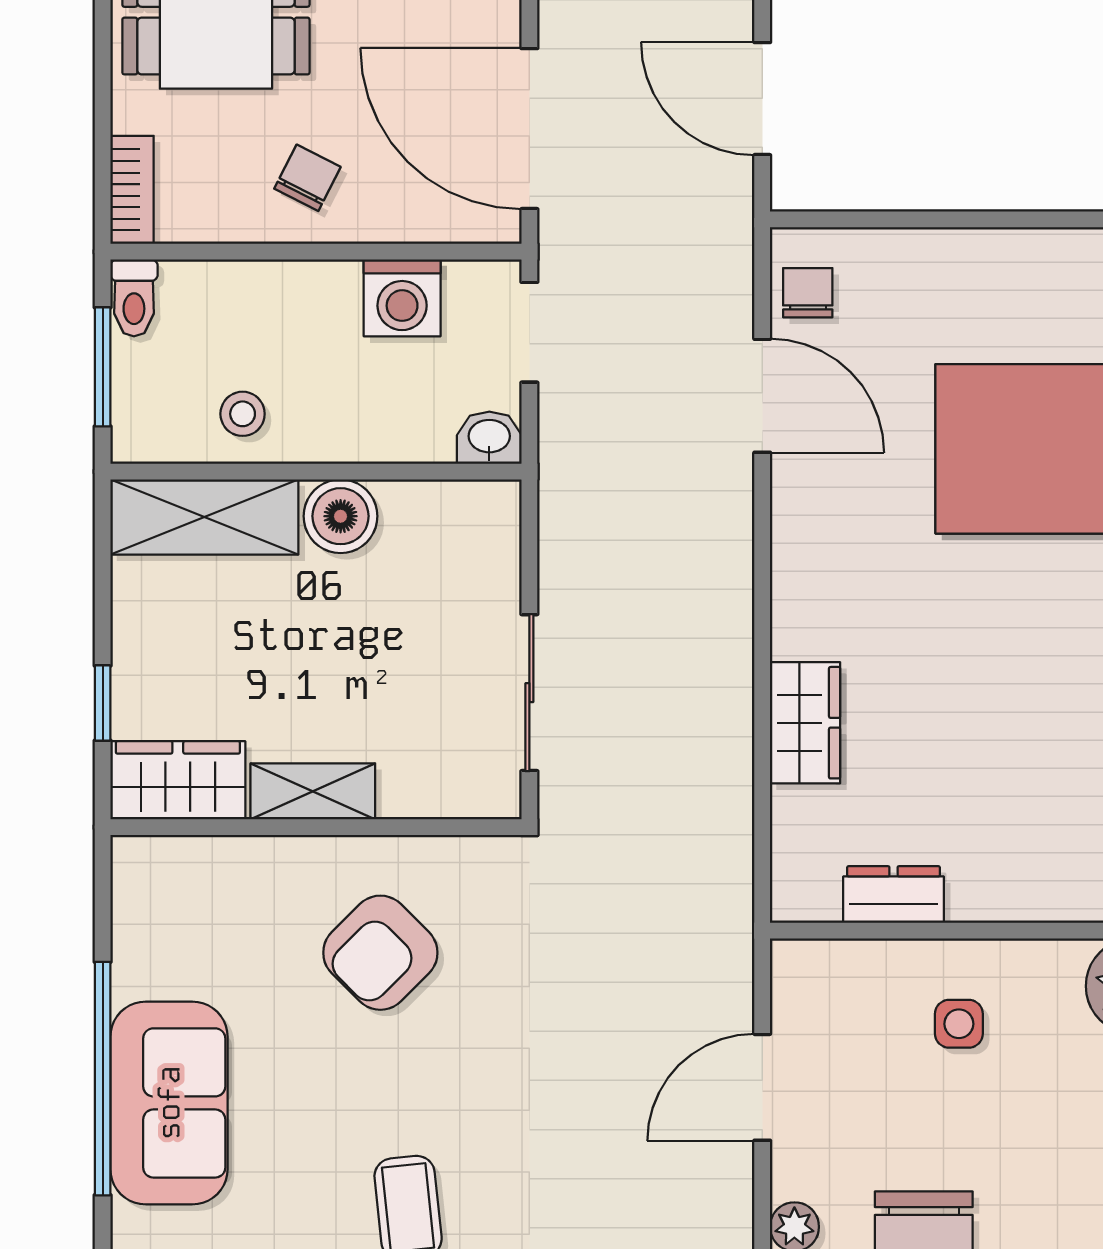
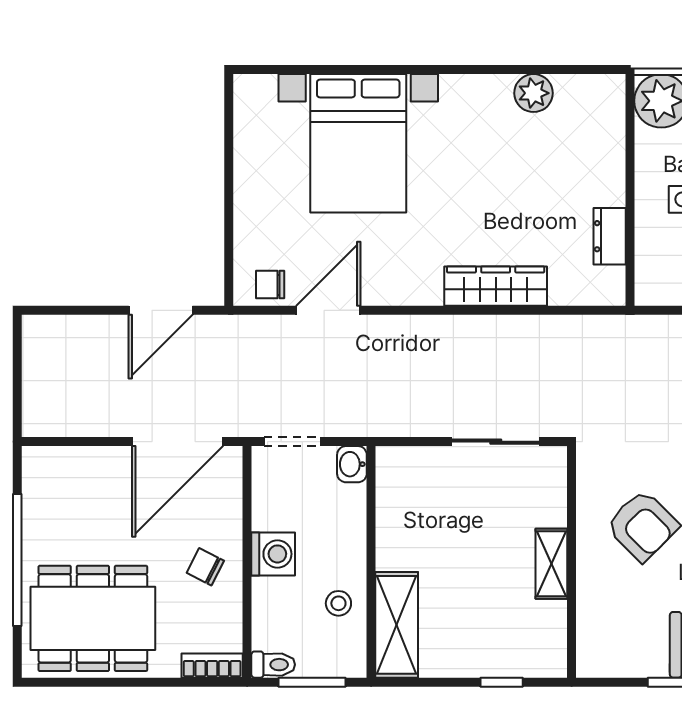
washing machine: (402, 298) -> (273, 554), moved
boiler: (341, 516) -> (396, 548), removed
wardrobe: (805, 723) -> (496, 286), width x1.50
wardrobe: (178, 780) -> (545, 640), removed

